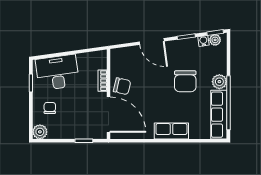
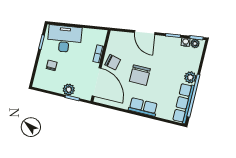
chair: (185, 81) -> (140, 75), moved
plant: (40, 132) -> (69, 90), moved

